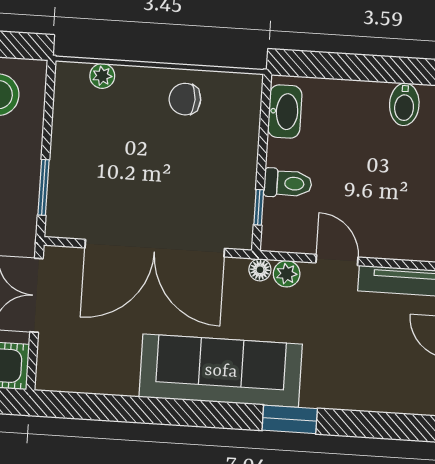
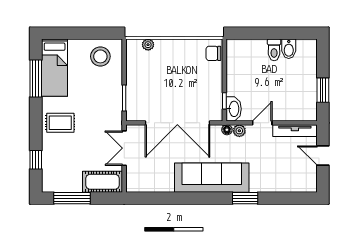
chair: (185, 99) -> (213, 53), moved
washbasin: (285, 111) -> (234, 109), moved
toilet: (288, 183) -> (274, 50), moved, turned 90
door: (337, 260) -> (262, 123), hinge flipped

